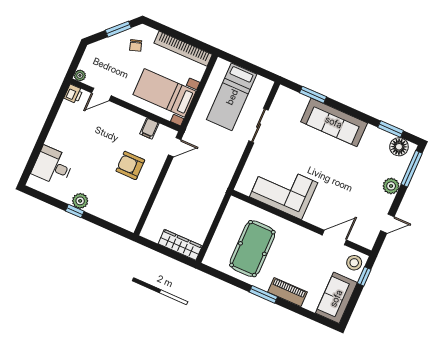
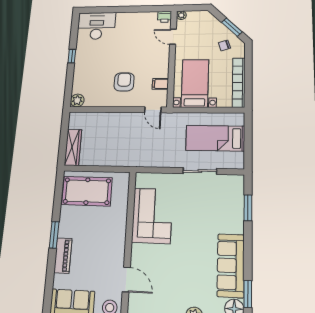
sofa: (334, 122) -> (231, 265), moved
desk: (53, 166) -> (97, 26), width x1.37
plant: (80, 201) -> (77, 100), moved
pool table: (252, 249) -> (87, 191), moved

